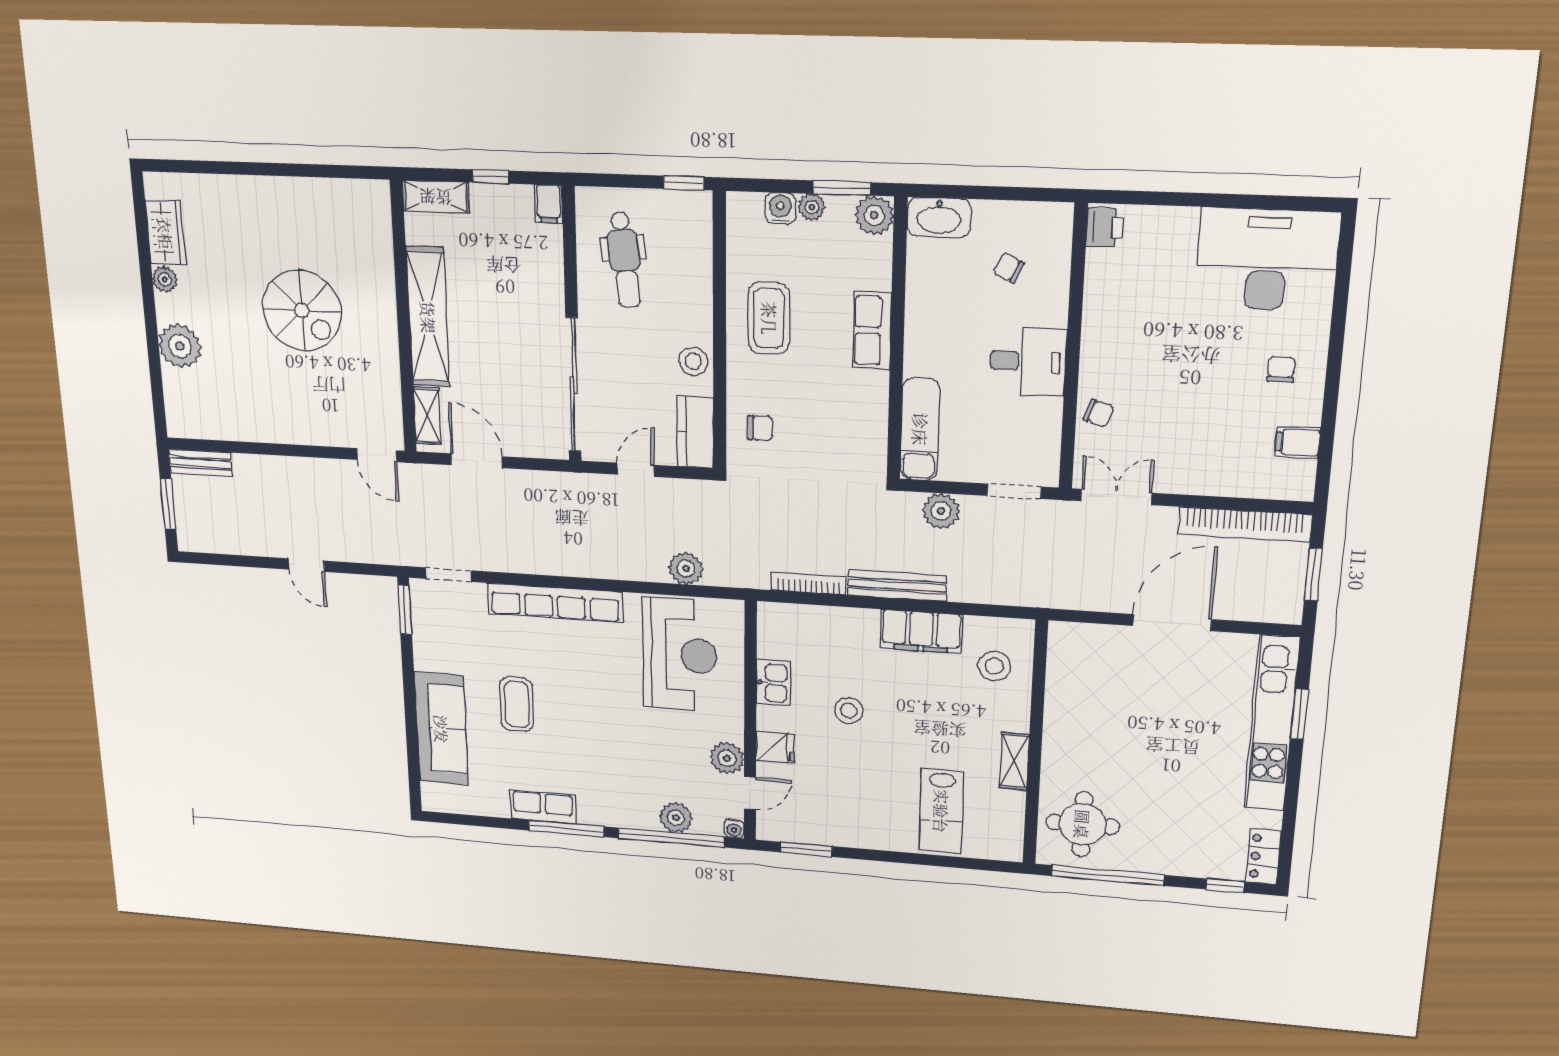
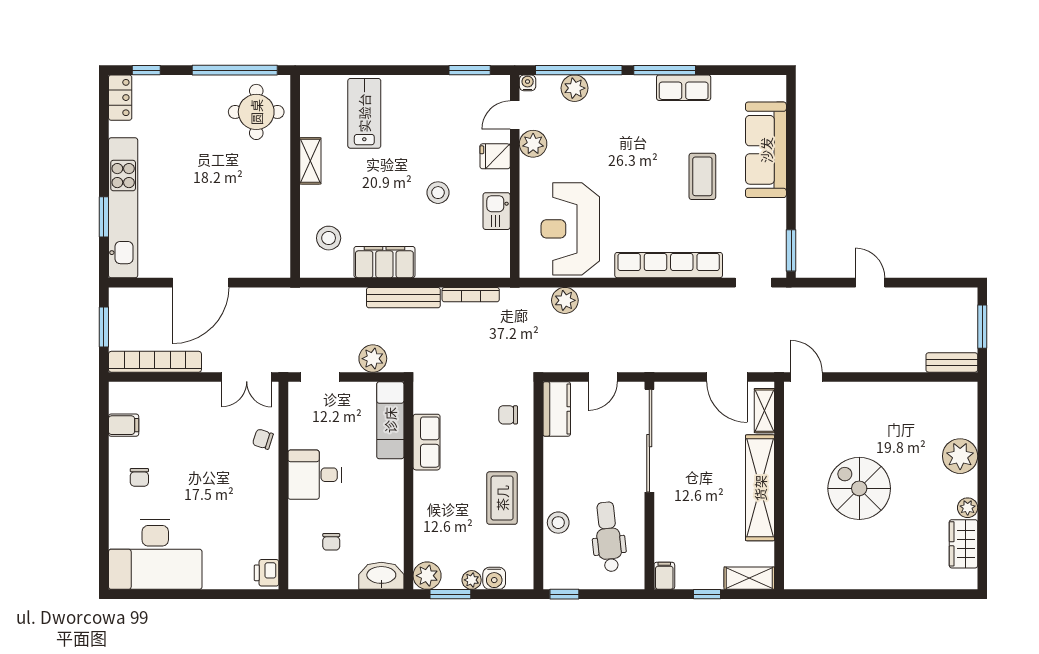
chair: (1009, 268) -> (331, 542), turned 65
row of seats: (872, 330) -> (427, 442), moved
stool: (693, 361) -> (558, 523), moved

